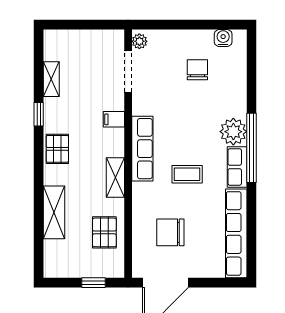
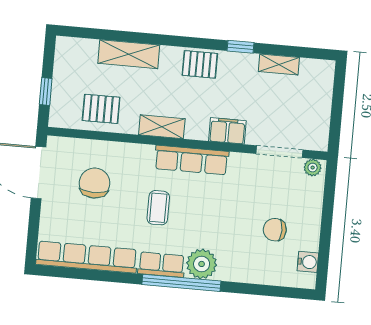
chair: (197, 70) -> (275, 230), turned 180
filing cabinet: (114, 119) -> (227, 131), width x2.00

